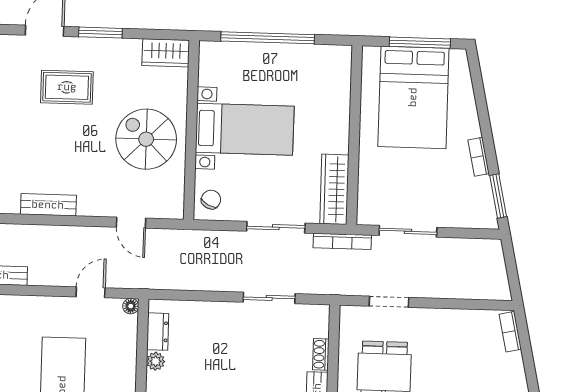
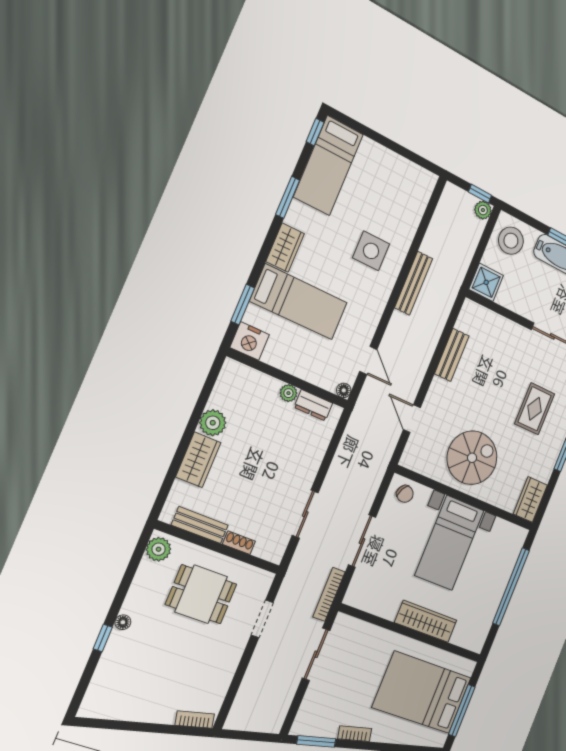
wardrobe: (334, 189) -> (426, 621), moved
door: (131, 223) -> (412, 419), hinge flipped

